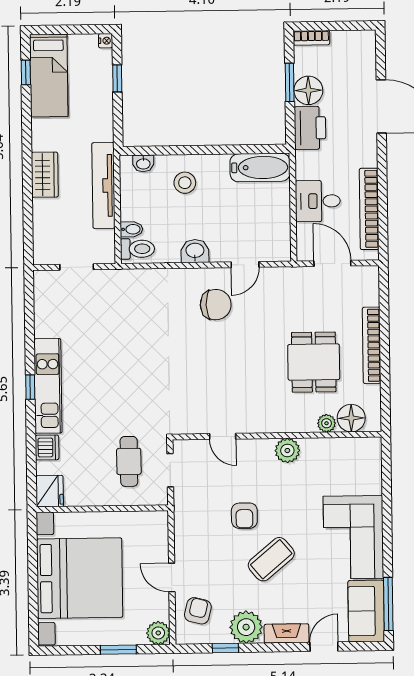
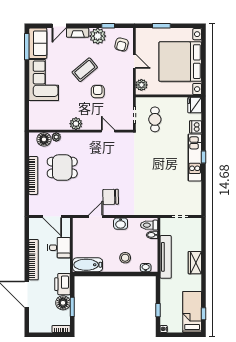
bookcase: (369, 209) -> (34, 260), moved
dining table: (314, 362) -> (62, 168), turned 90
plant: (158, 633) -> (141, 85), moved

